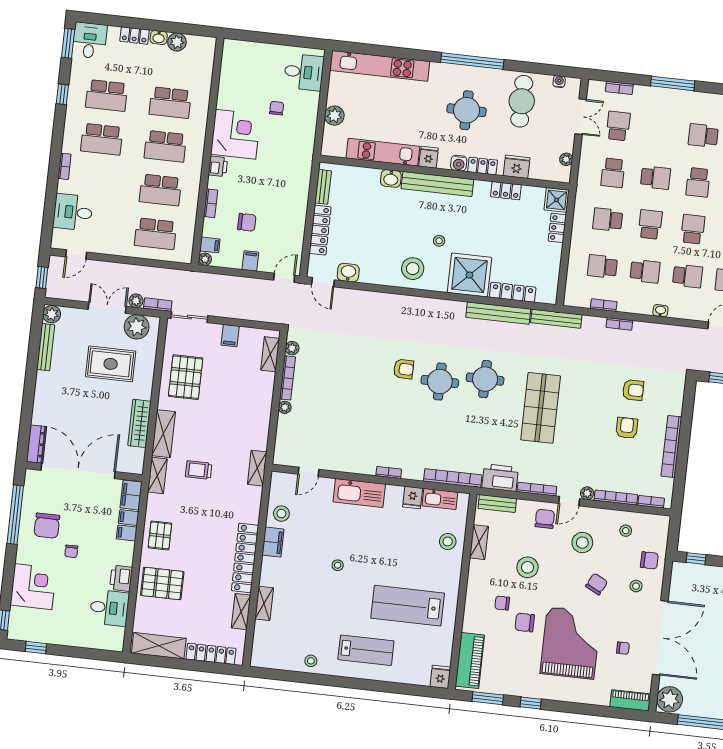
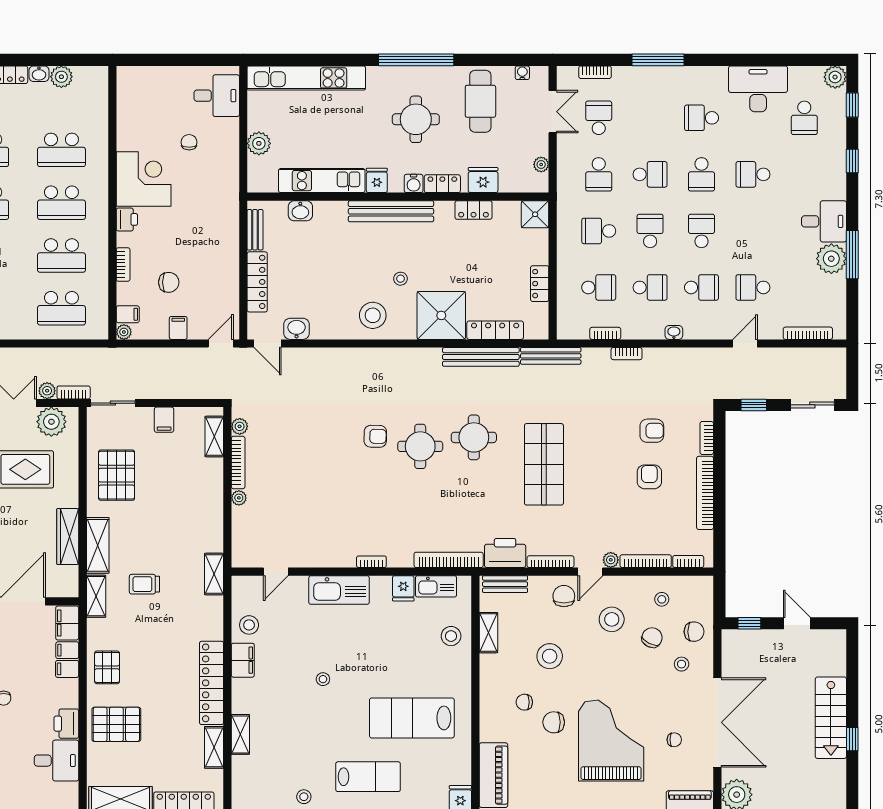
washbasin: (391, 178) -> (300, 211), moved
locker: (557, 228) -> (540, 284), moved
school desk: (602, 266) -> (599, 287), turned 180
bookcase: (678, 401) -> (707, 438), added
chair: (597, 584) -> (652, 638), moved

